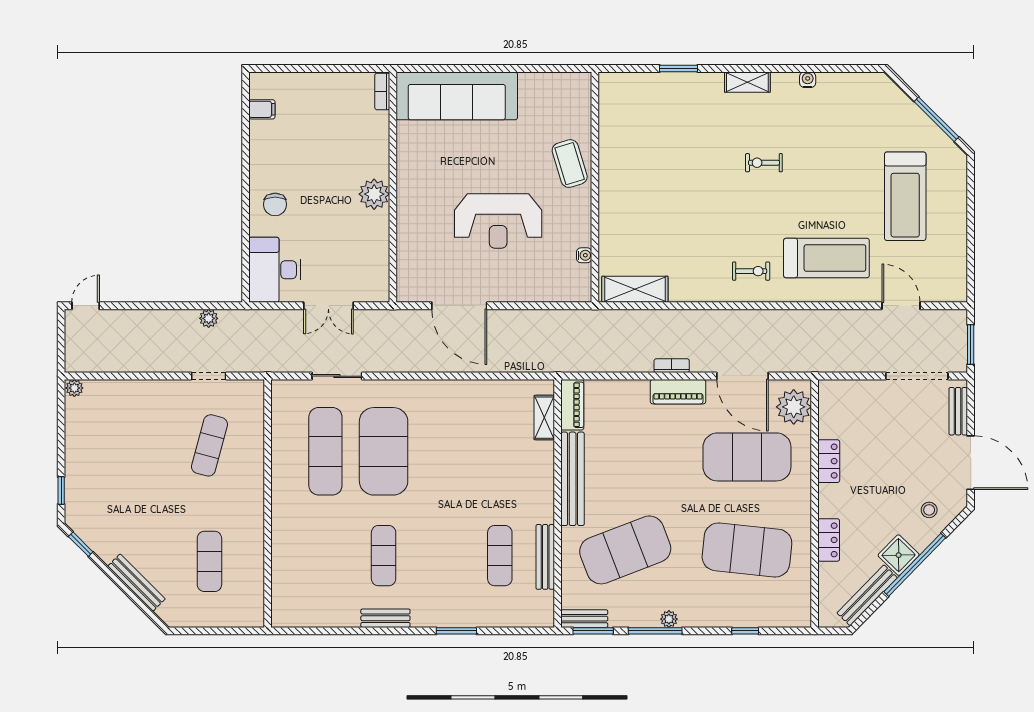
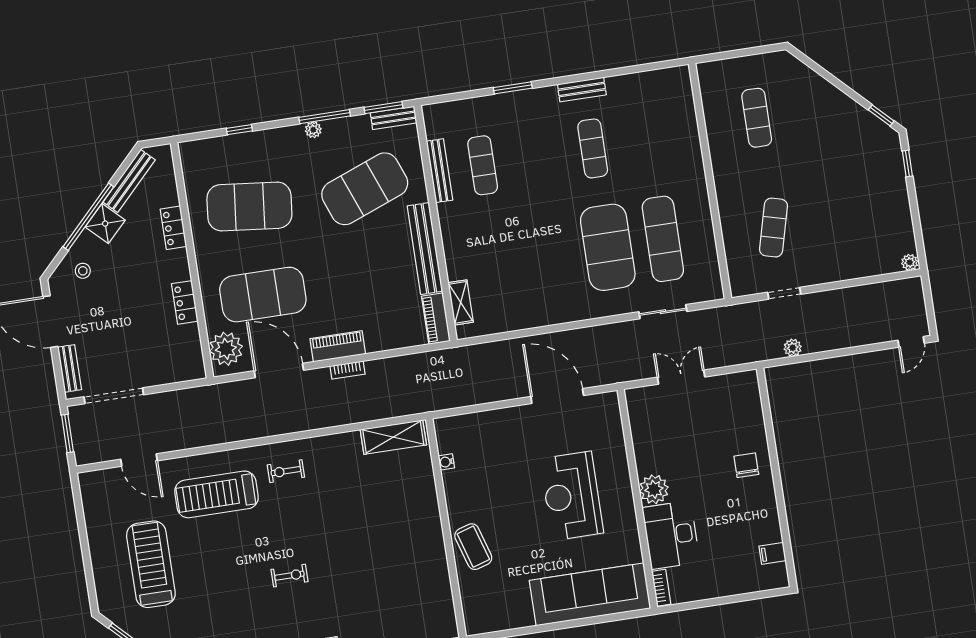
reception desk: (498, 221) -> (572, 496), moved, turned -90
desk: (275, 270) -> (671, 535), moved, turned 180
bench: (136, 583) -> (823, 87), removed

